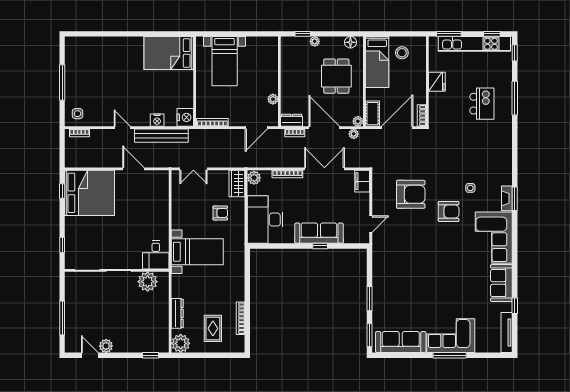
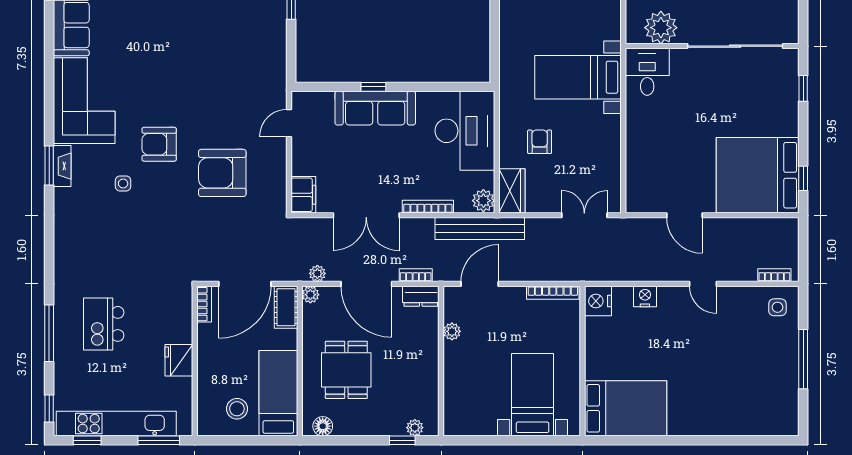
plant: (315, 41) -> (415, 428), moved
bench: (161, 136) -> (480, 229), moved
armchair: (220, 213) -> (540, 142), turned 90

